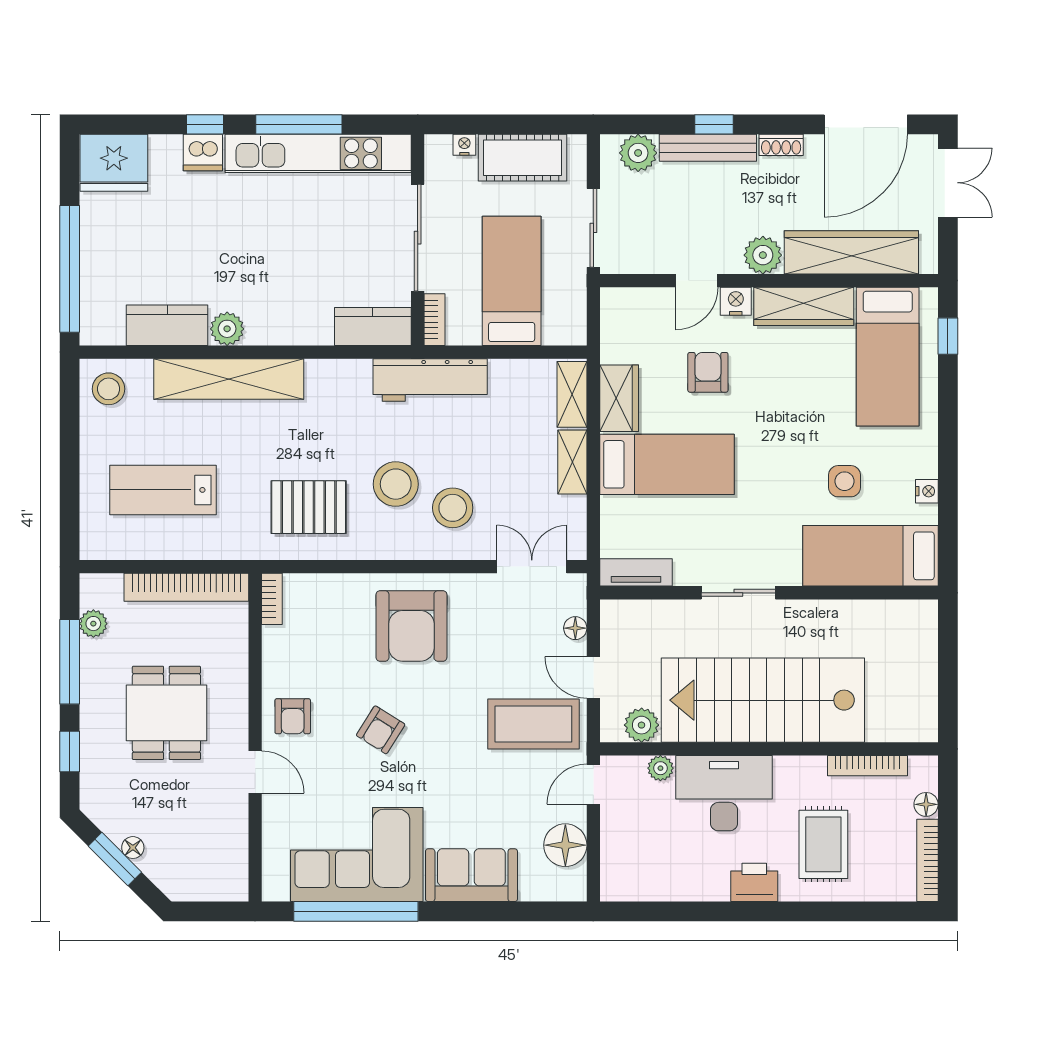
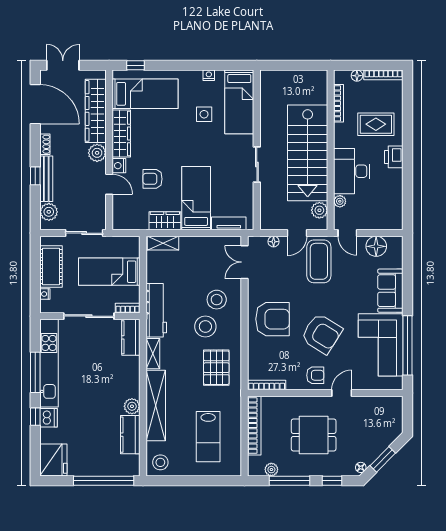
shelving: (572, 462) -> (153, 354), moved, turned 90
tv unit: (636, 572) -> (229, 223), moved, turned 90
bookcase: (272, 599) -> (267, 385), width x1.56
armchair: (381, 730) -> (322, 334), width x1.88, depth x1.88
floor lamp: (133, 848) -> (361, 467), moved

